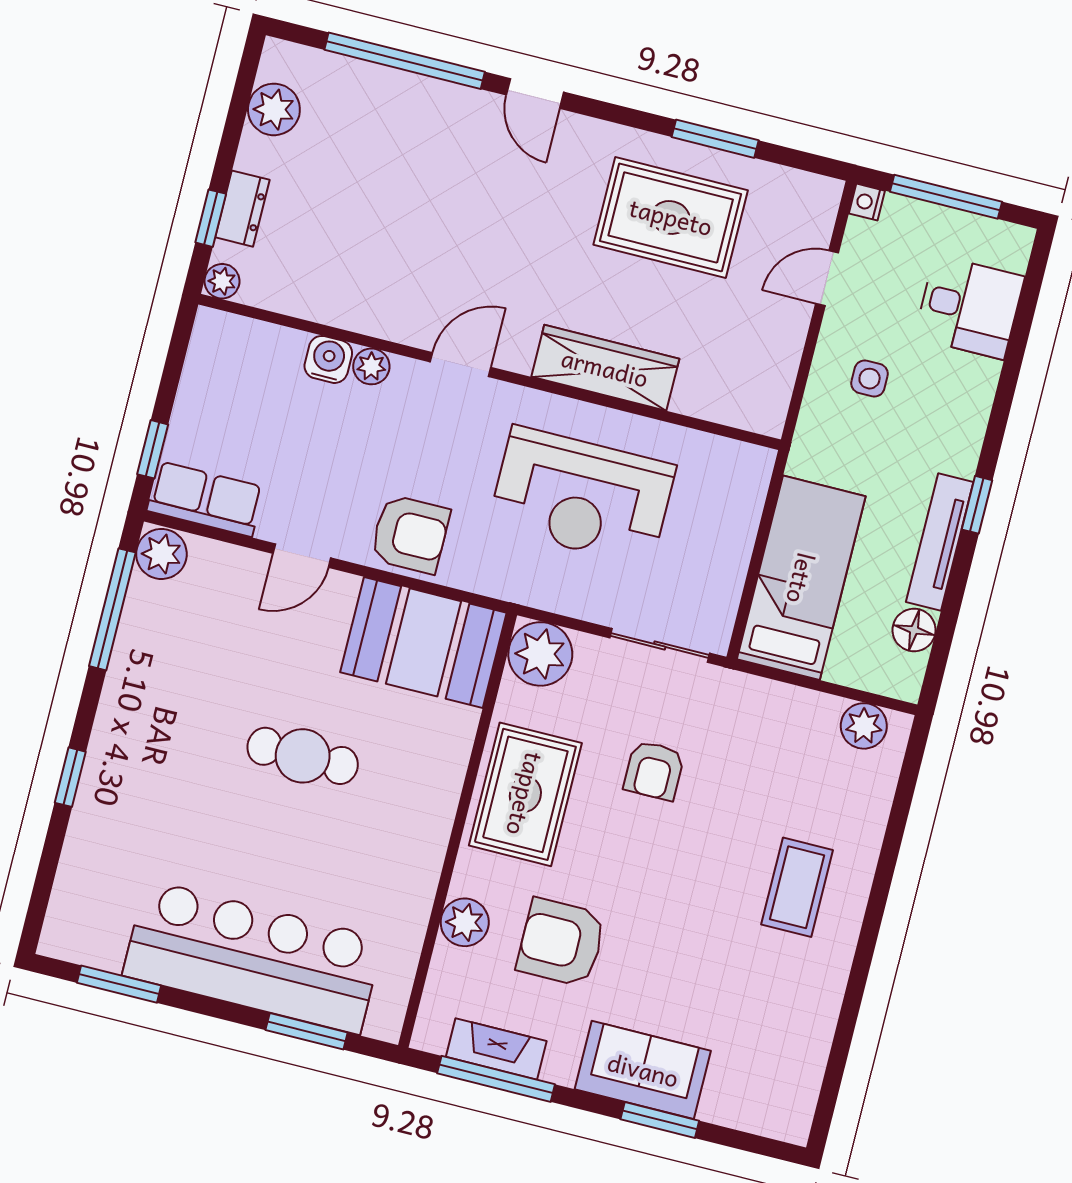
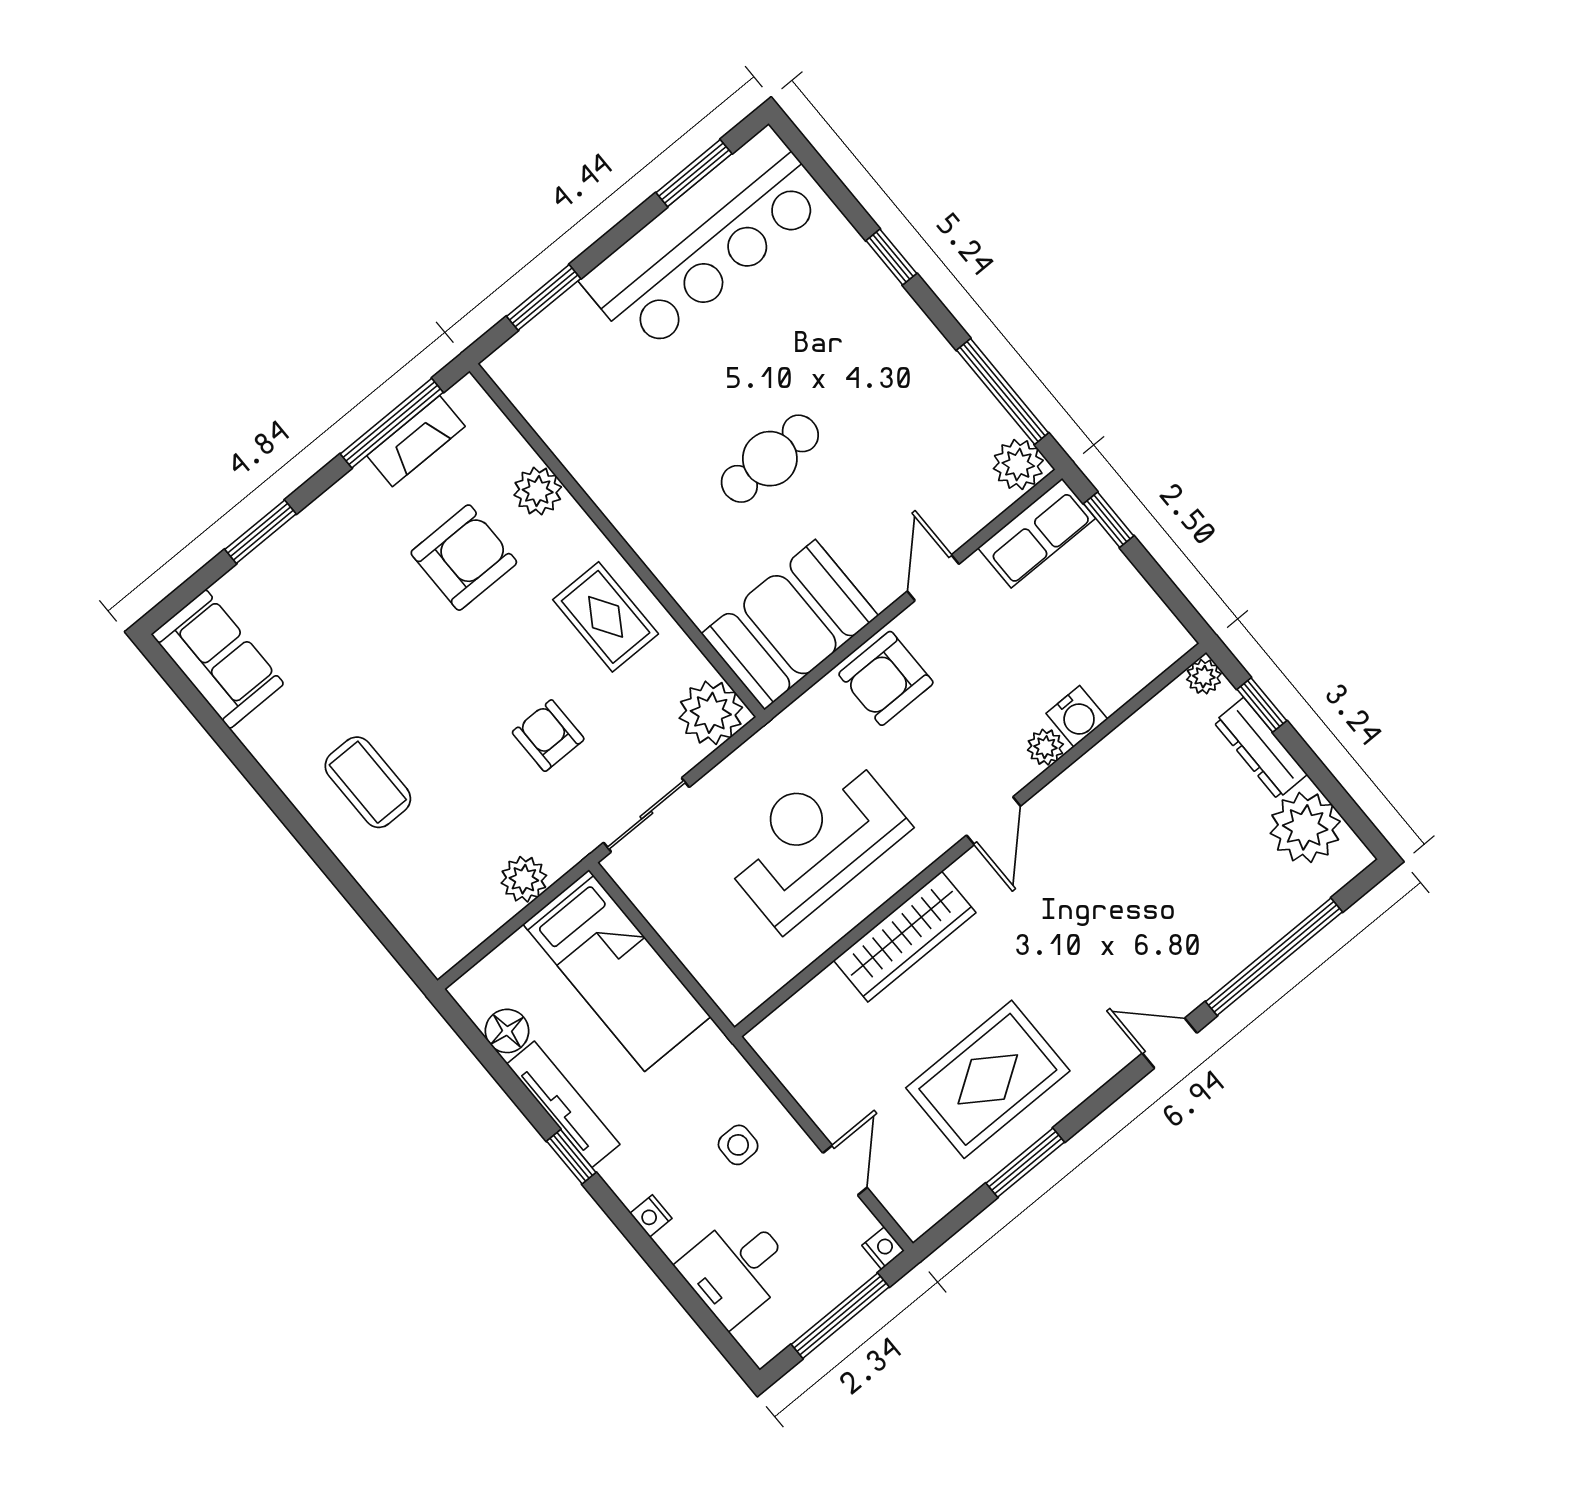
plant: (274, 109) -> (1305, 827), width x1.36, depth x1.36
dresser: (242, 209) -> (1260, 748), width x1.44
nightstand: (977, 406) -> (651, 1216), added
plant: (864, 726) -> (524, 879), moved
rug: (525, 794) -> (606, 617), width x0.73, depth x0.70
bar counter: (253, 957) -> (705, 241), moved
sofa: (643, 1070) -> (218, 659), moved, turned -90

